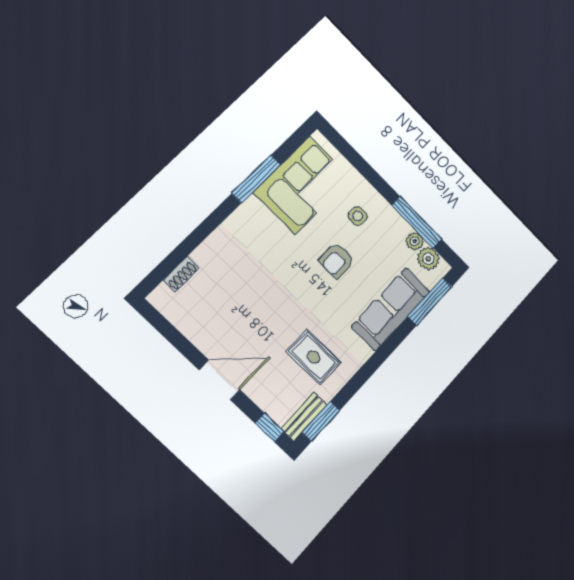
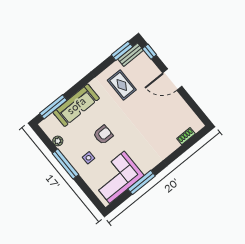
window: (417, 222) -> (65, 164), moved
plant: (428, 259) -> (51, 131), removed

